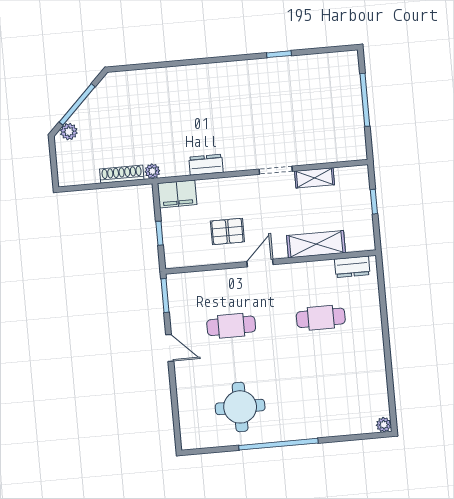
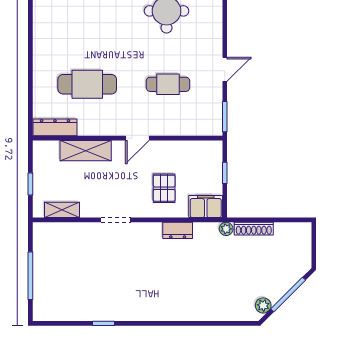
plant: (69, 132) -> (263, 305), moved
shelving: (315, 178) -> (62, 210), moved
pallet: (227, 231) -> (164, 188), moved, turned 90
dresser: (352, 267) -> (55, 127), width x1.44
cafe table: (321, 318) -> (87, 84), width x1.37, depth x1.35
door: (170, 348) -> (225, 69), swing flipped

